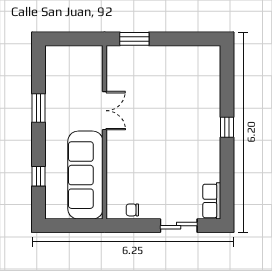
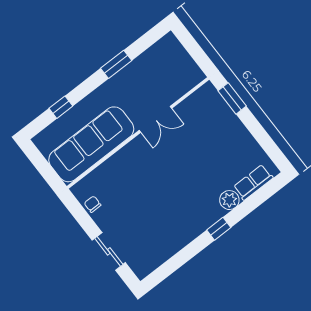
plant: (211, 102) -> (229, 200), added
row of seats: (212, 201) -> (253, 182), moved

